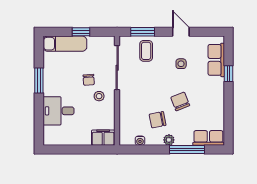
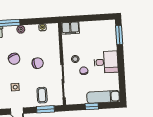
window: (39, 80) -> (119, 35), moved
desk: (58, 111) -> (106, 62), moved
chair: (158, 120) -> (38, 63), moved

